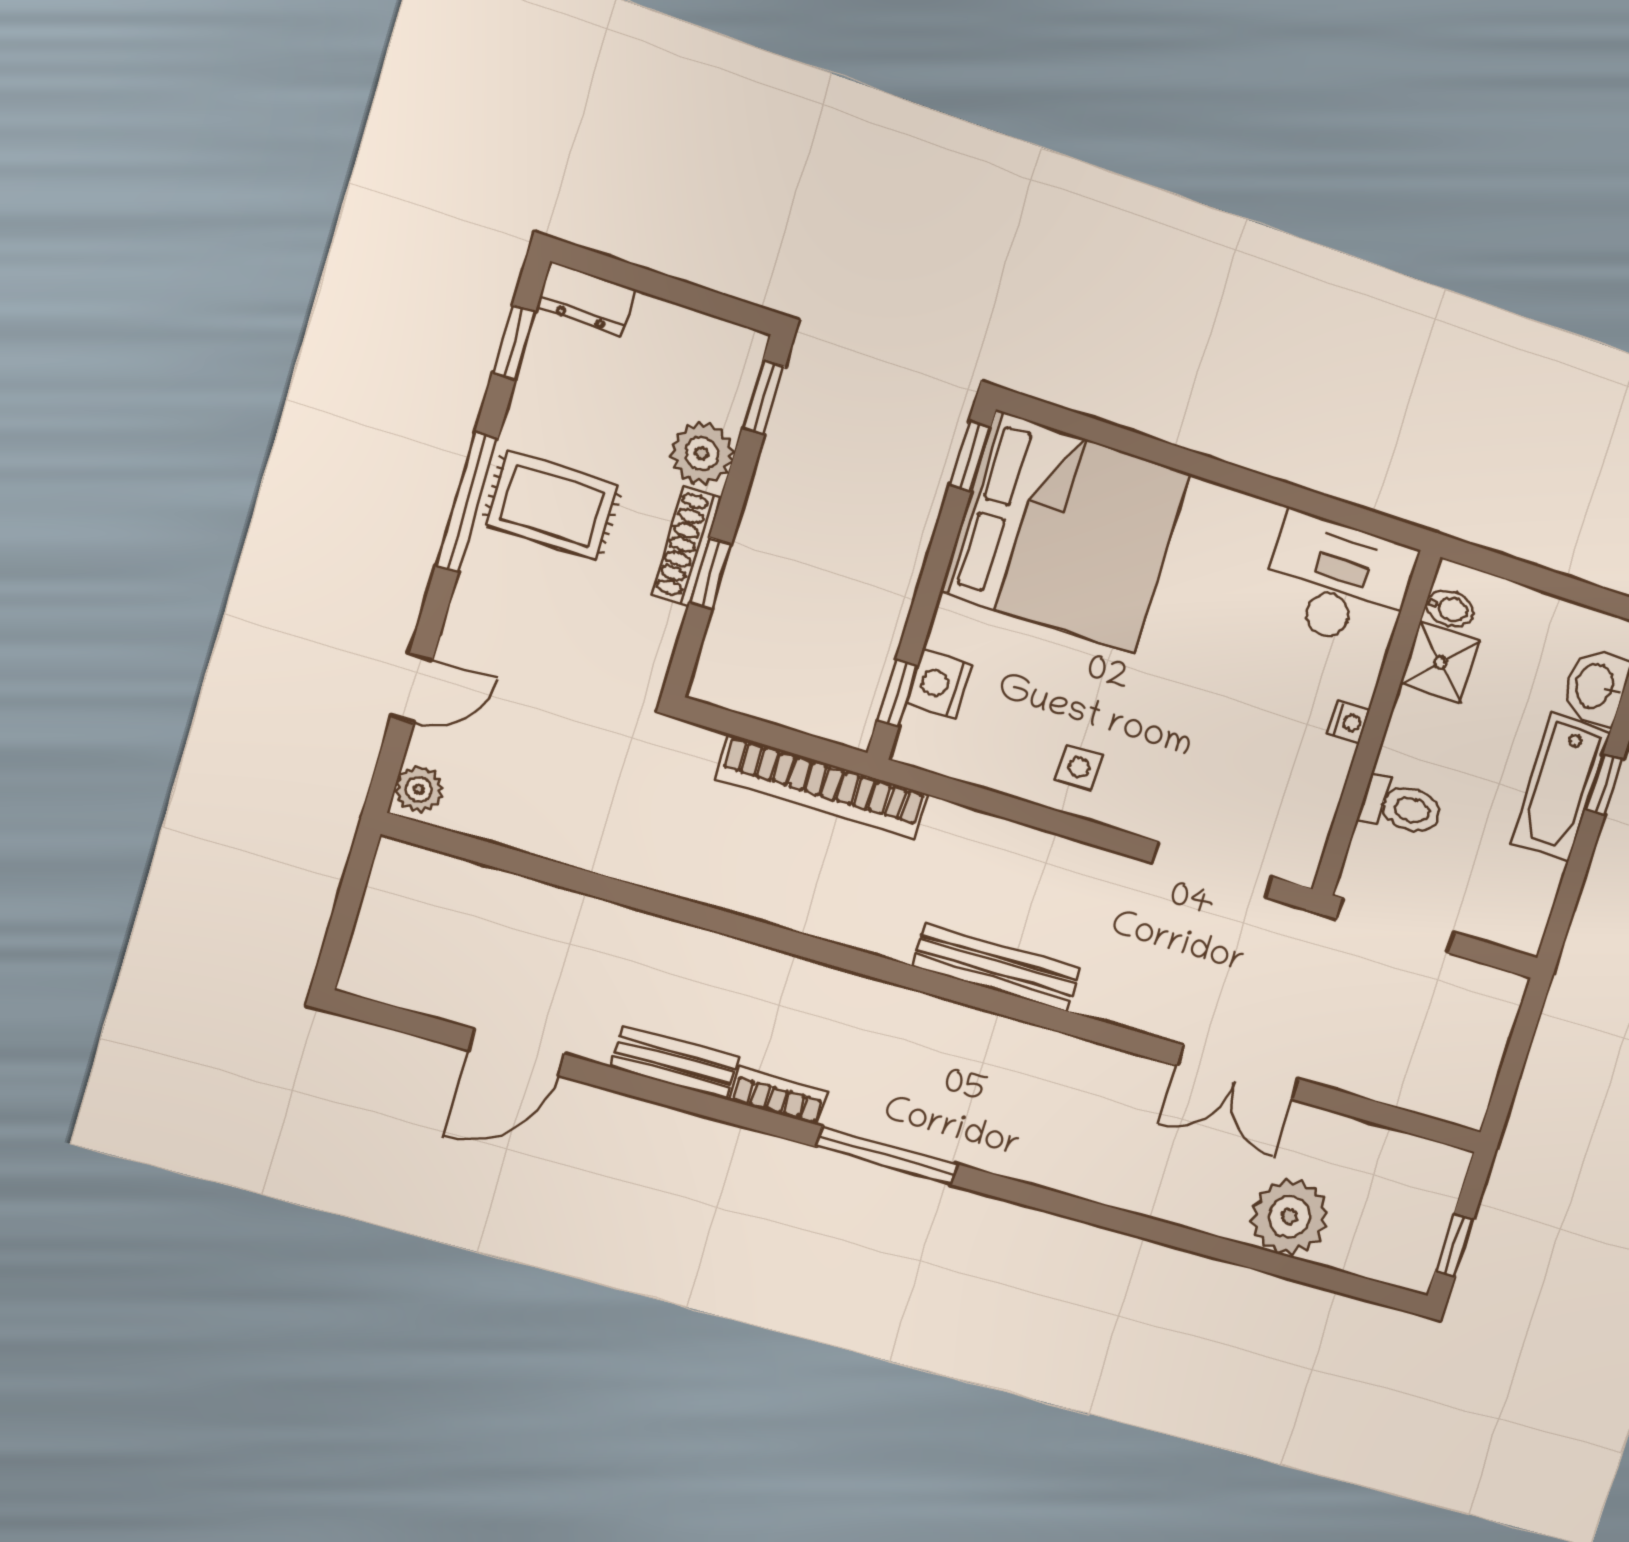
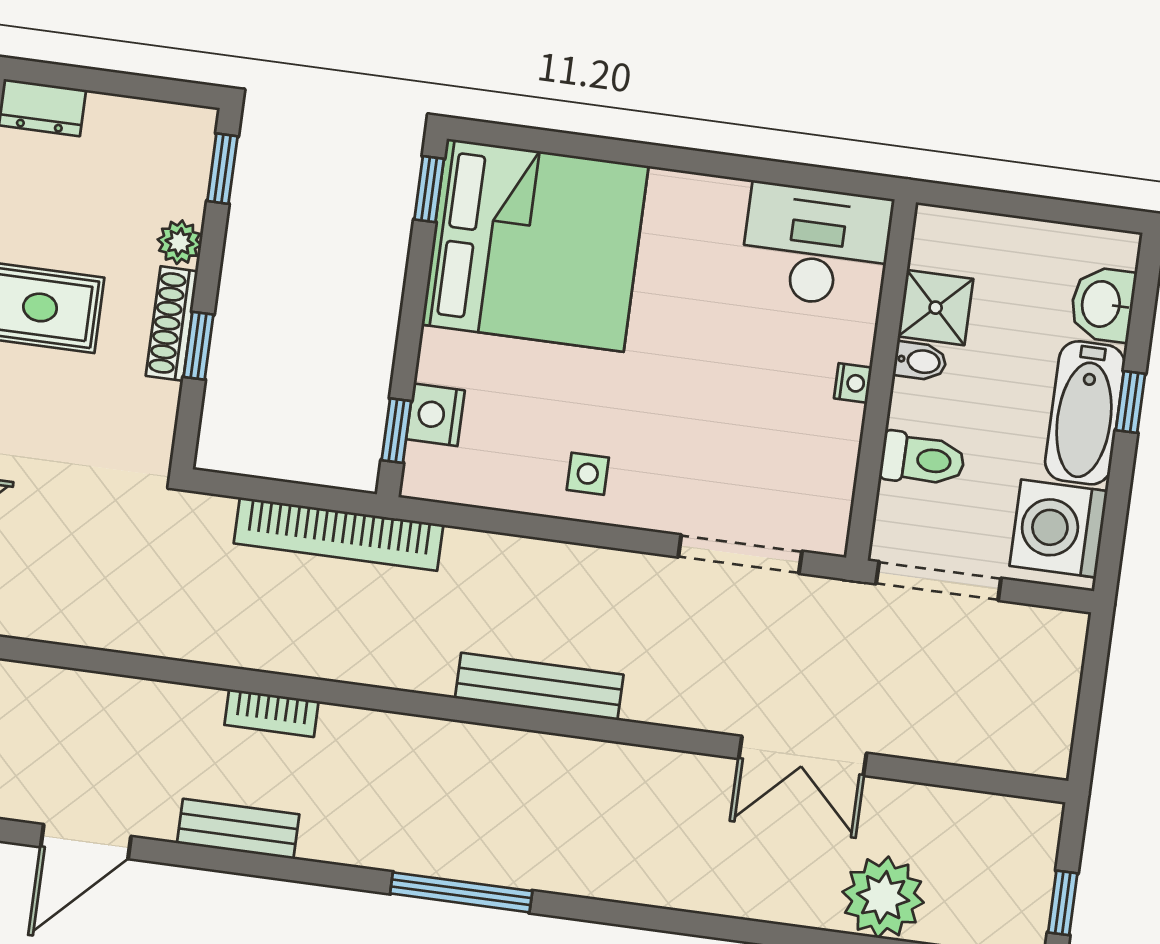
plant: (702, 453) -> (179, 242), width x0.73, depth x0.73
bidet: (1449, 608) -> (920, 361), moved
washing machine: (1516, 894) -> (1059, 528), added
bookcase: (778, 1096) -> (272, 713), moved, turned 180

